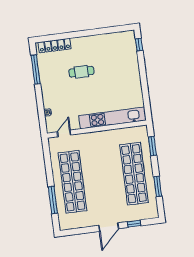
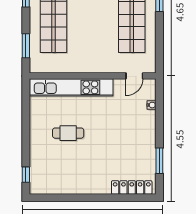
window: (36, 69) -> (159, 161), width x0.69
cafe table: (81, 72) -> (68, 133), moved

